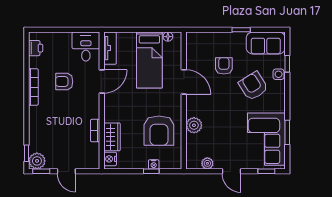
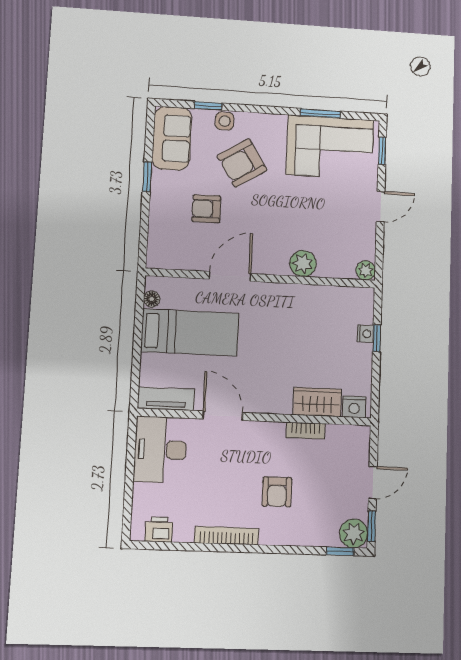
desk: (86, 47) -> (160, 450), width x1.37
armchair: (64, 82) -> (277, 492), moved
armchair: (159, 131) -> (310, 322), removed
plant: (207, 163) -> (366, 270), moved

